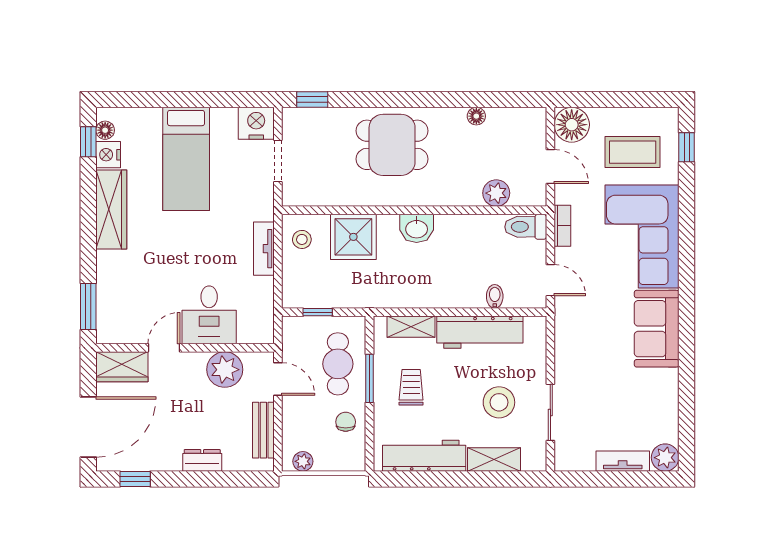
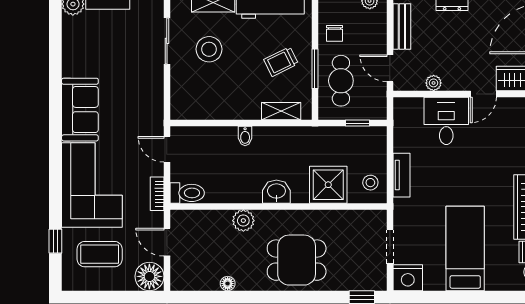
window: (687, 147) -> (55, 241), moved
plant: (496, 193) -> (243, 221), moved
bidet: (495, 296) -> (245, 136), moved
workbench: (480, 332) -> (225, 107), removed
plant: (225, 370) -> (434, 83), width x0.53, depth x0.53
trolley: (411, 387) -> (281, 62), turned 64

